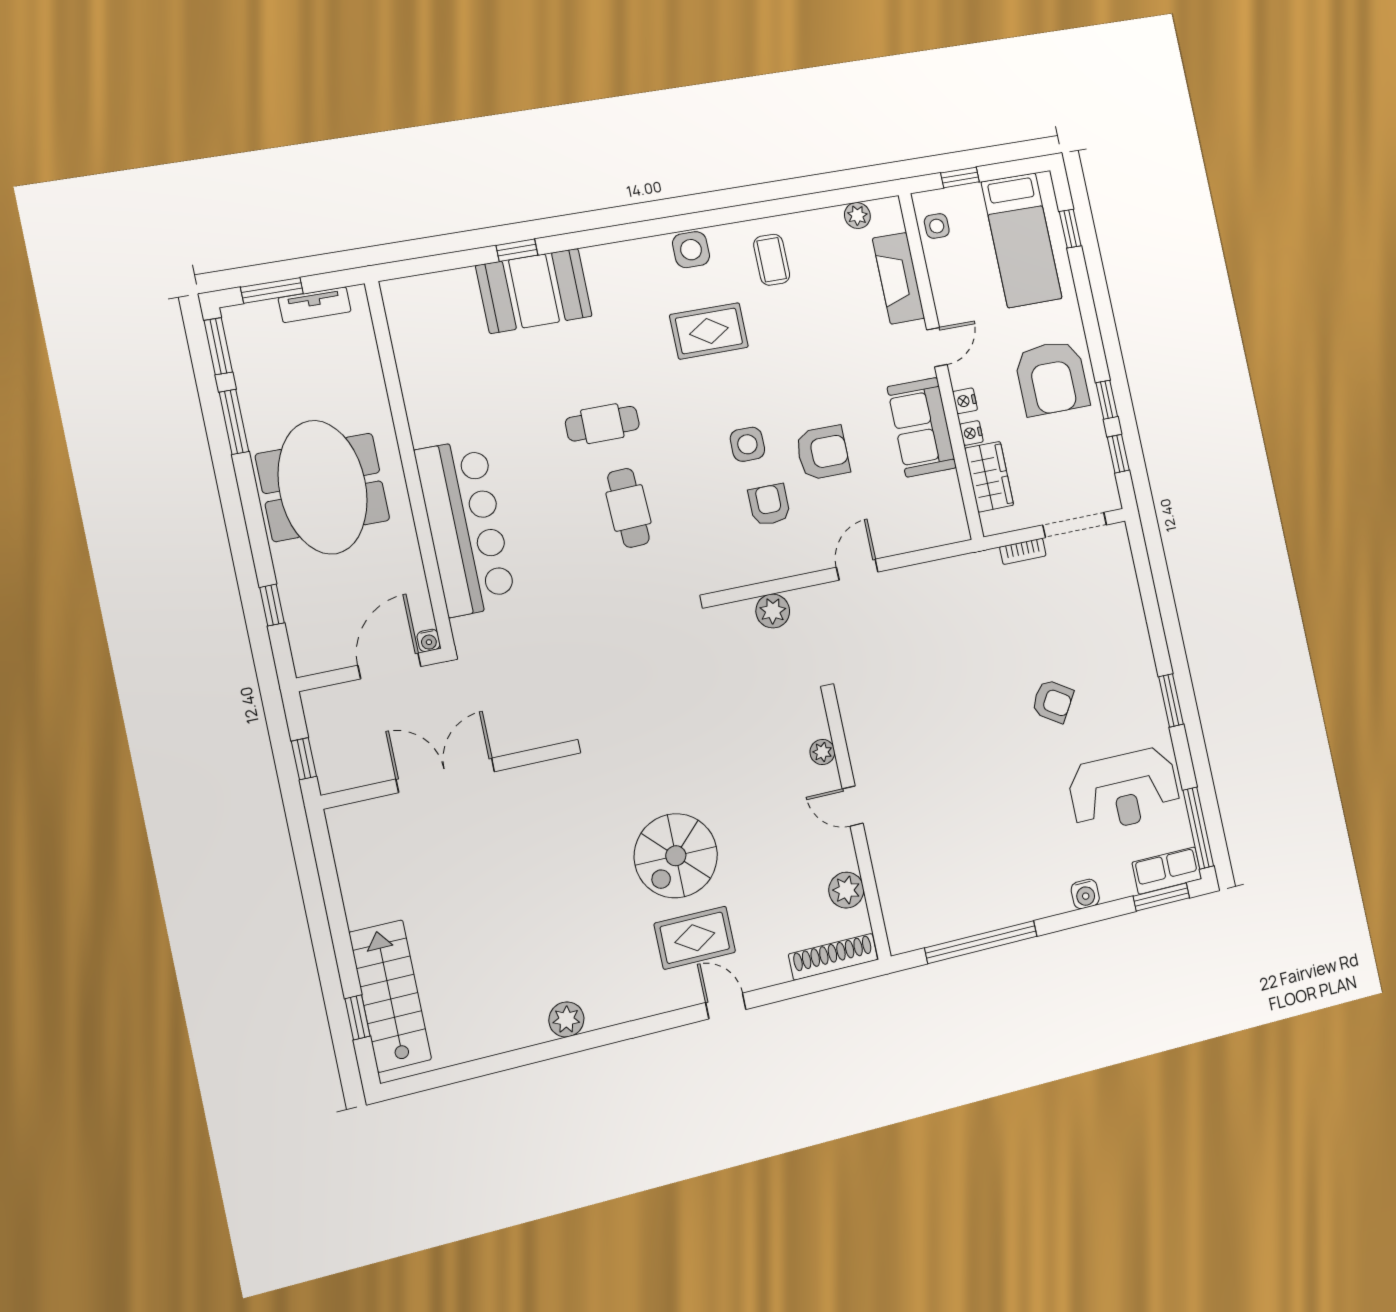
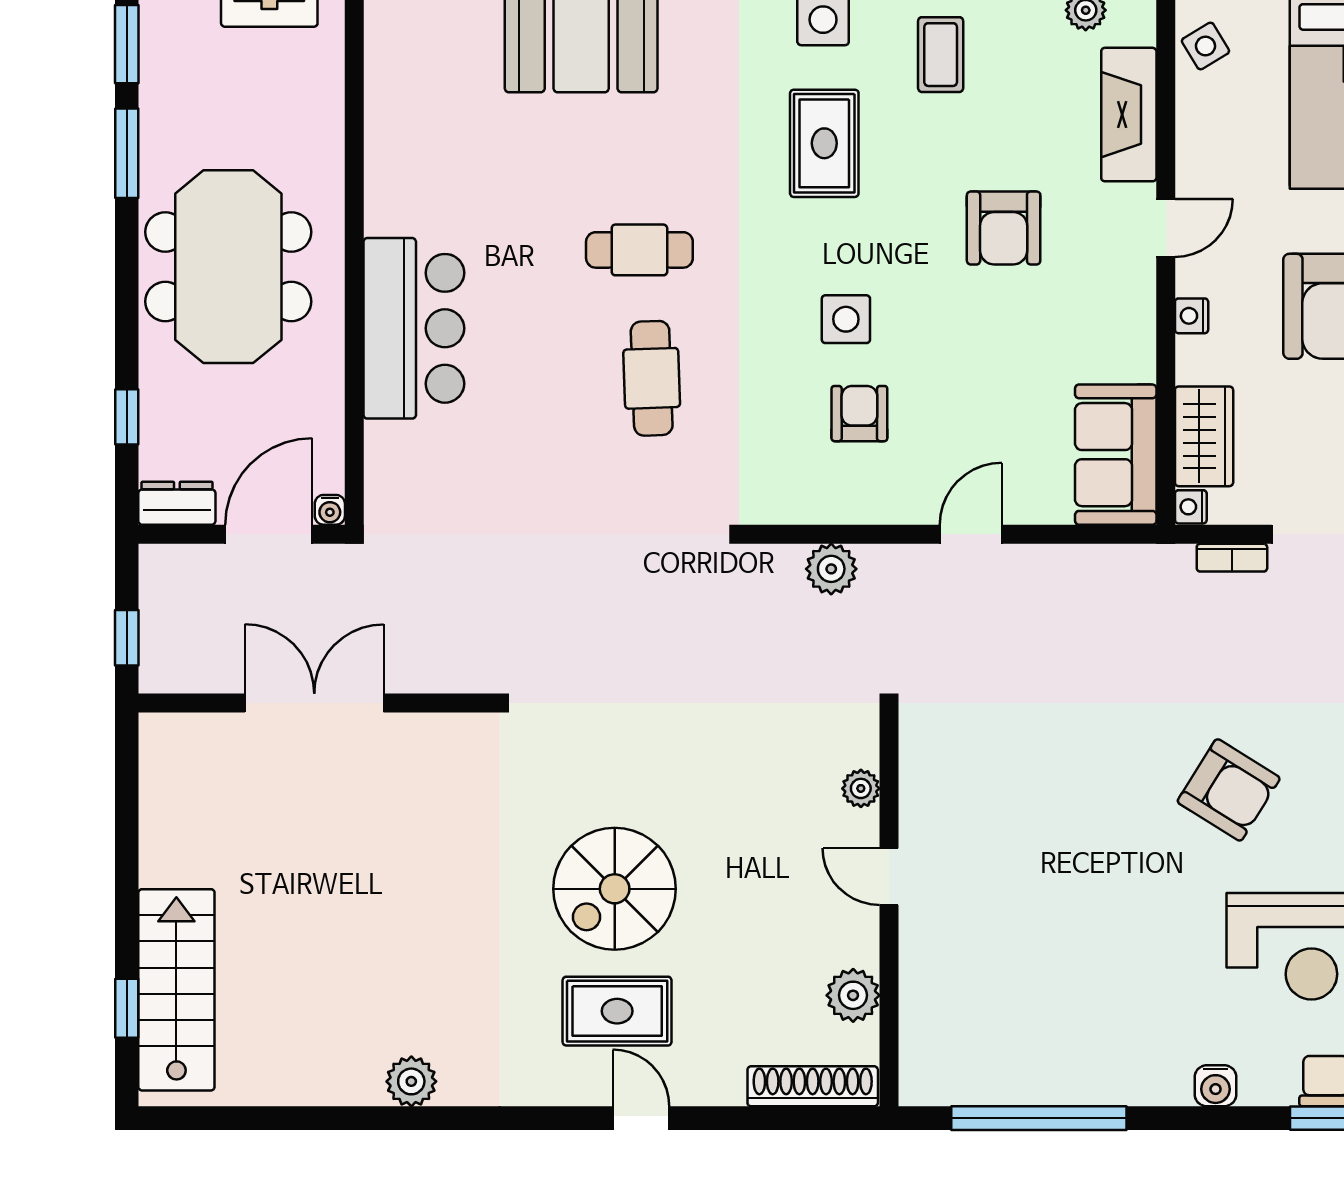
side table: (937, 226) -> (1205, 46), turned -31
rug: (709, 331) -> (824, 143), turned 90
sofa: (922, 427) -> (1116, 455), moved
nightstand: (971, 433) -> (1191, 507), moved
armchair: (823, 453) -> (1004, 228), moved, turned 90
bar counter: (465, 527) -> (414, 328), width x0.73
dresser: (320, 658) -> (177, 503), added
armchair: (1053, 701) -> (1229, 790), width x1.38, depth x1.38

